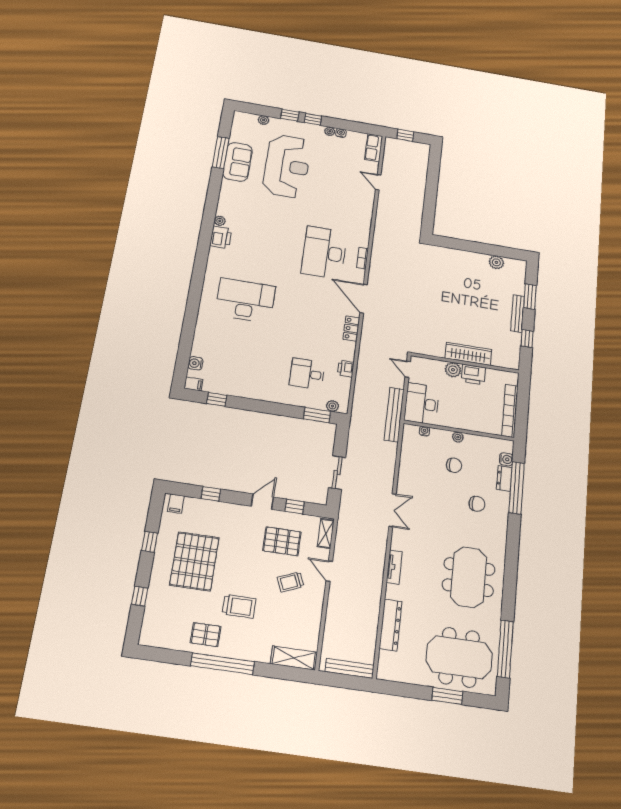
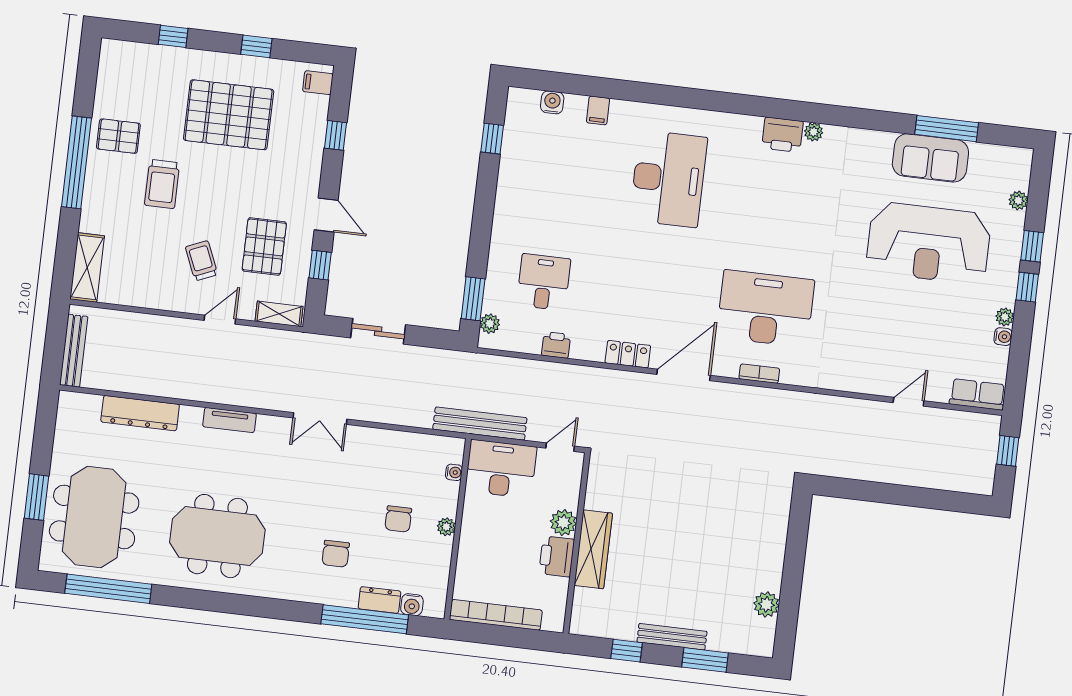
filing cabinet: (193, 384) -> (598, 110), moved
pallet: (206, 635) -> (118, 136), turned 90

